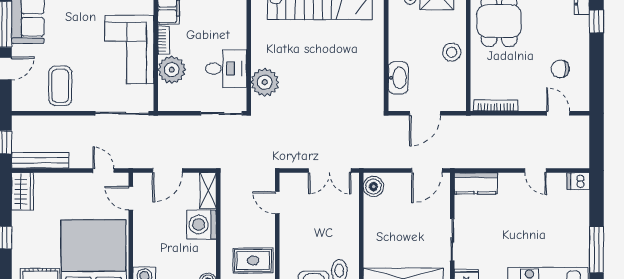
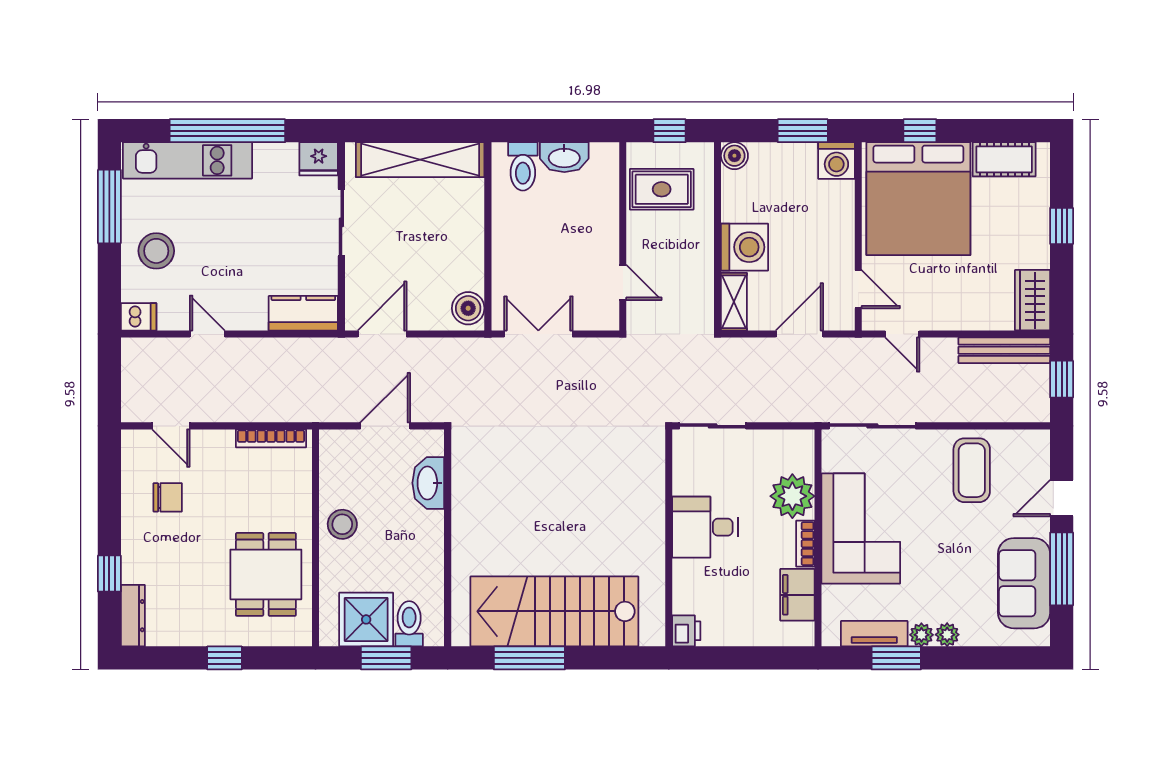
desk: (226, 69) -> (705, 527), moved
plant: (265, 82) -> (643, 476), removed
stool: (567, 222) -> (156, 251), added

